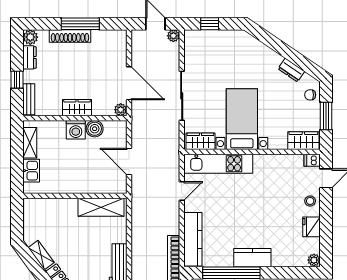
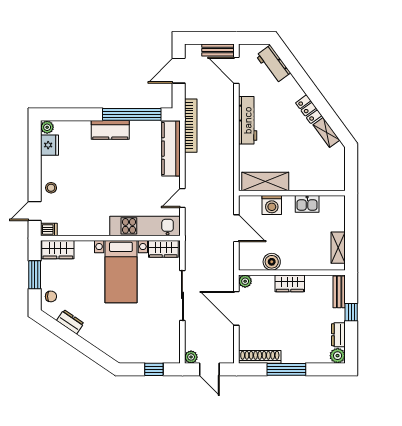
shoe rack: (70, 36) -> (260, 357), moved
washing machine: (76, 130) -> (272, 205), moved, turned 180
kitchen sink: (31, 171) -> (307, 204), moved, turned -90
fridge: (312, 227) -> (50, 145), moved

